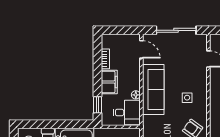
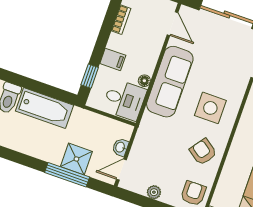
filing cabinet: (109, 82) -> (113, 59), width x0.50
side table: (187, 98) -> (210, 108), width x1.87, depth x1.87

